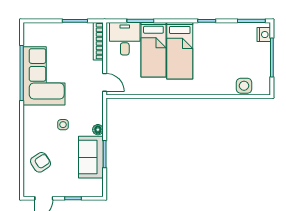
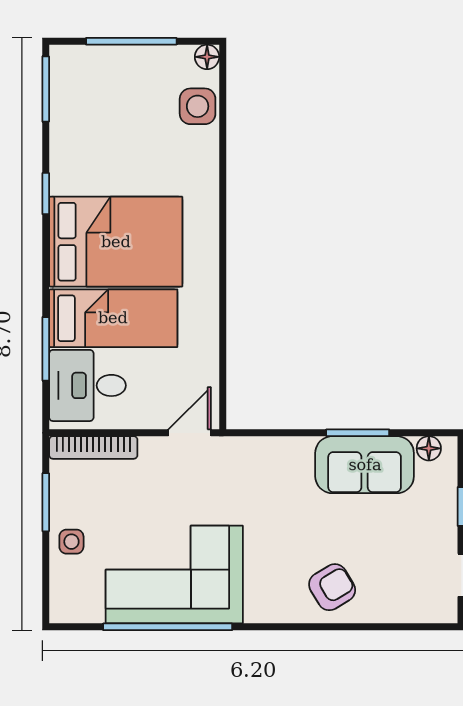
nightstand: (264, 35) -> (78, 60), removed
bed: (180, 51) -> (116, 242), width x1.50
floor lamp: (265, 90) -> (207, 57), added
side table: (63, 125) -> (71, 542), moved
floor lamp: (98, 130) -> (429, 448), moved
armchair: (41, 162) -> (332, 587), moved, turned 92

